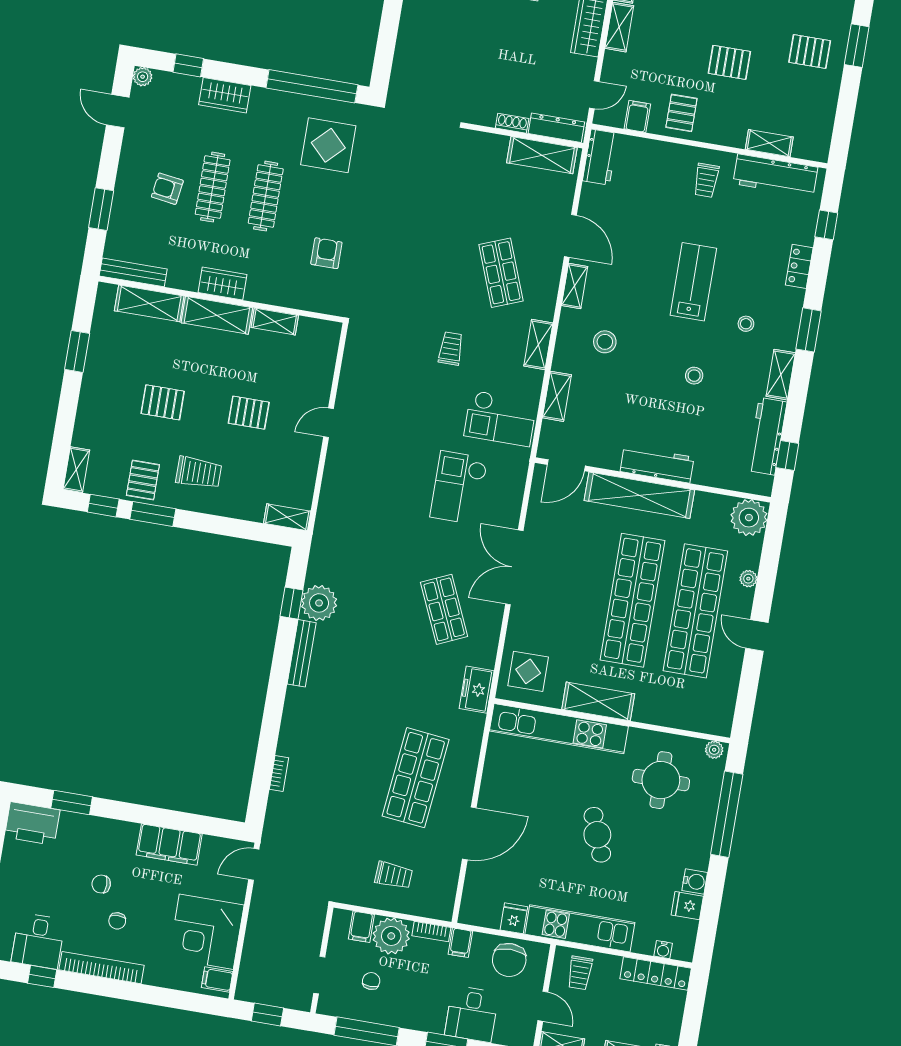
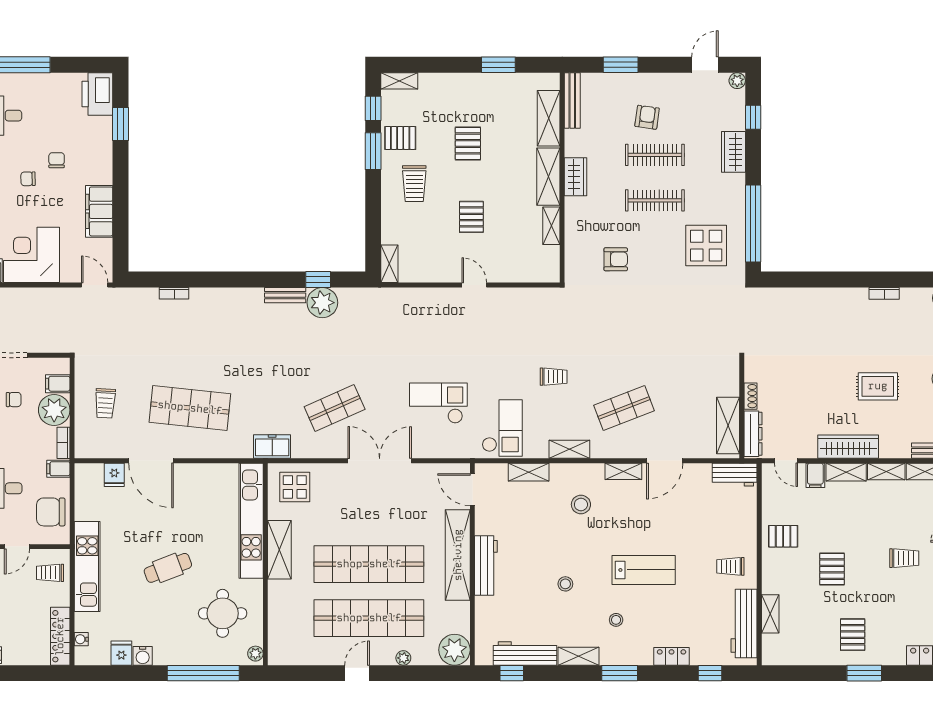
filing cabinet: (637, 116) -> (815, 475), moved, turned 90
checkout: (500, 418) -> (502, 428), turned 180
bench: (302, 653) -> (285, 295), width x0.73
fridge: (514, 918) -> (114, 475), moved, turned 90

